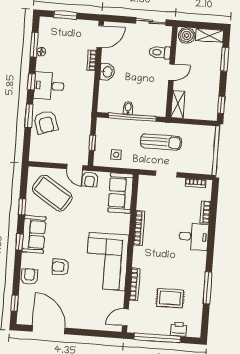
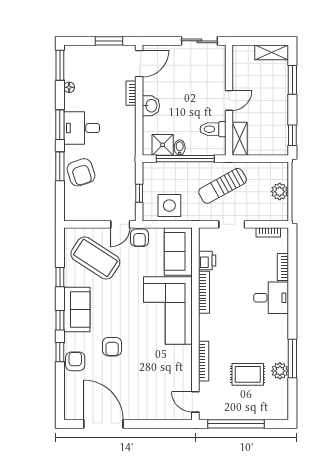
window: (65, 15) -> (109, 41), moved
boiler: (187, 36) -> (244, 55), removed
window: (34, 45) -> (60, 65), moved
toilet: (160, 52) -> (213, 129), moved
window: (31, 82) -> (60, 125), width x1.50
shower: (114, 105) -> (163, 145), added
sun lounger: (161, 142) -> (223, 186), turned 151
plant: (207, 150) -> (280, 192), added
side table: (116, 155) -> (169, 206), width x1.87, depth x1.87
door: (75, 167) -> (120, 224), hinge flipped
corner sofa: (107, 261) -> (168, 311), moved
armchair: (60, 267) -> (112, 347), turned -90
plant: (197, 297) -> (280, 371), added
window: (15, 303) -> (60, 352), moved
door: (125, 317) -> (195, 402), hinge flipped
printer: (179, 329) -> (207, 261), moved, turned 90

